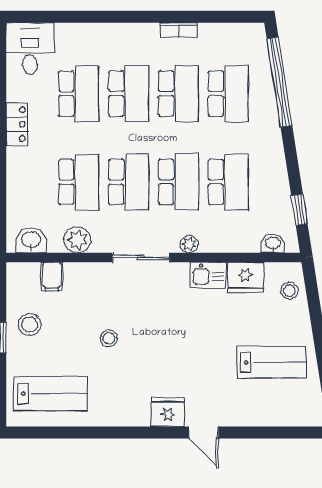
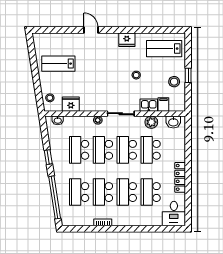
locker: (17, 124) -> (180, 177), width x1.53
window: (299, 210) -> (48, 157), moved
kitchen sink: (208, 275) -> (149, 105), moved
fridge: (168, 412) -> (127, 40), moved

